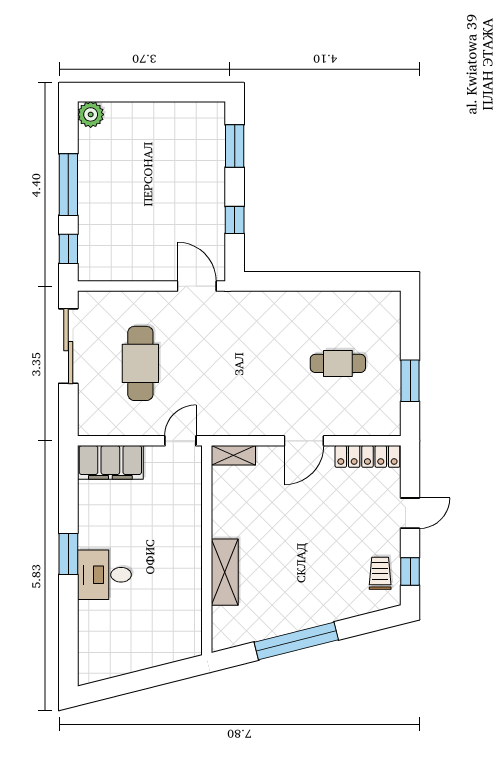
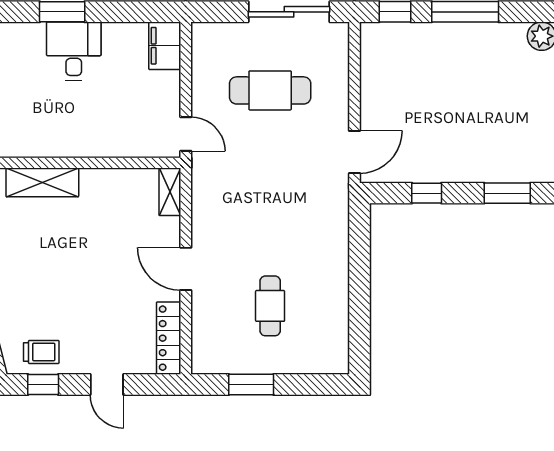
filing cabinet: (110, 462) -> (165, 46), width x0.67, depth x0.86
desk: (104, 575) -> (74, 51), moved

